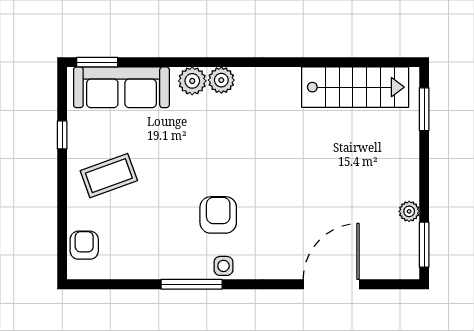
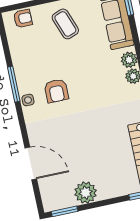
plant: (409, 211) -> (86, 193), width x1.88, depth x1.88
armchair: (218, 215) -> (56, 91), turned 90

